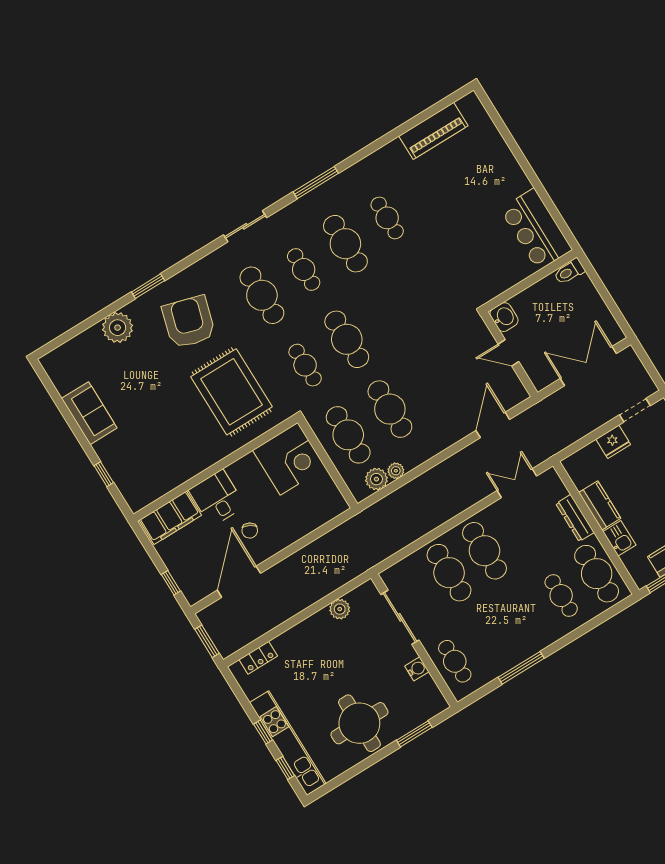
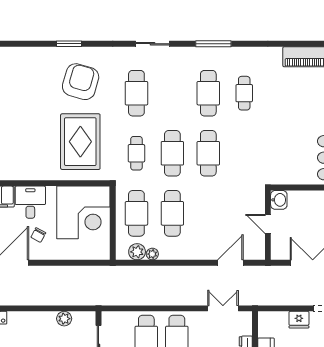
cafe table: (304, 269) -> (208, 153), moved, width x1.37, depth x1.35
plant: (118, 328) -> (34, 58), removed
corner desk: (289, 459) -> (83, 212), width x1.36, depth x1.36

